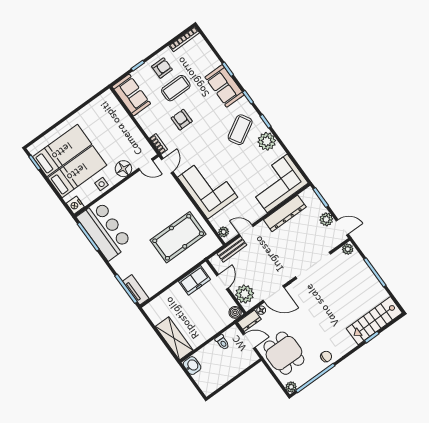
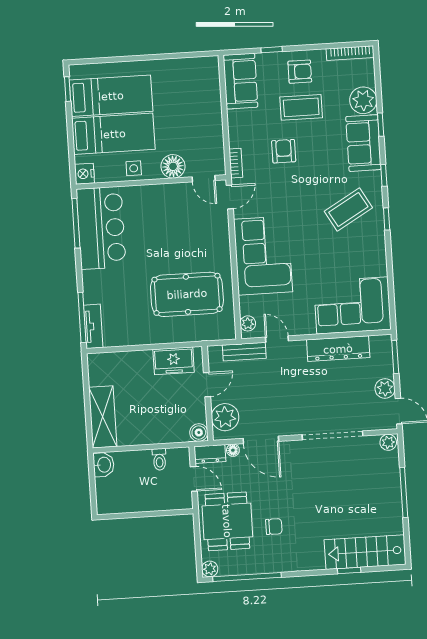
plant: (267, 141) -> (363, 100), moved
chair: (326, 356) -> (274, 527), moved

